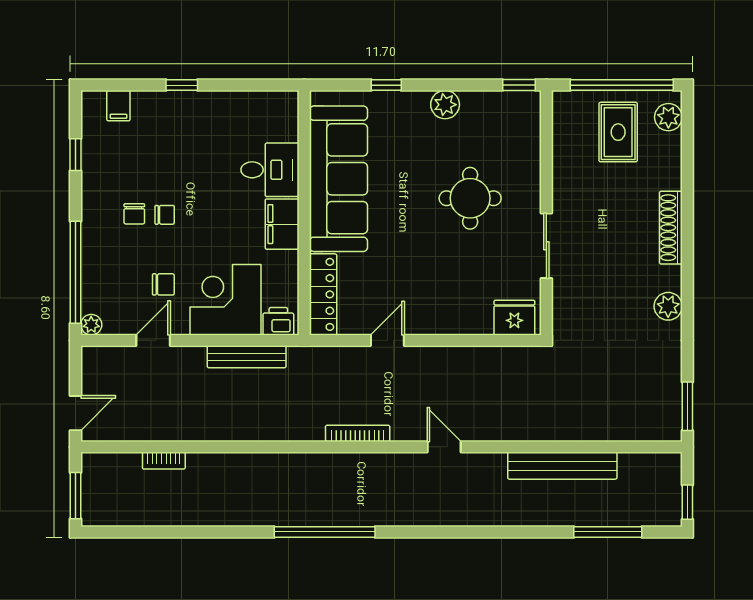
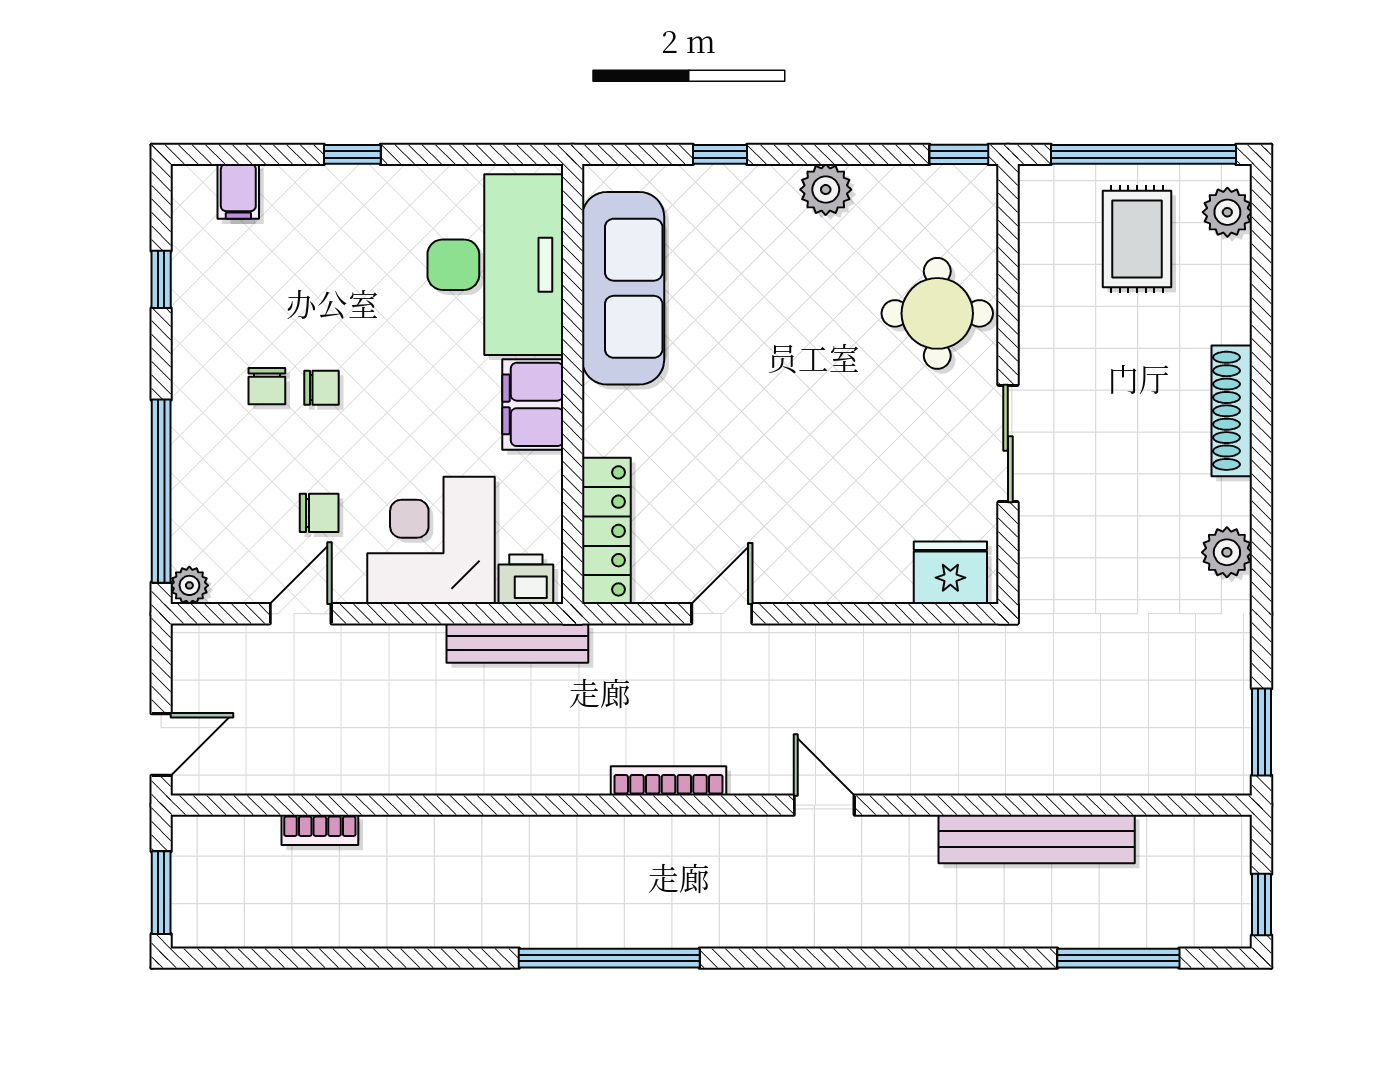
desk: (270, 170) -> (495, 265), width x1.87, depth x1.30
sofa: (339, 179) -> (623, 288), width x0.74, depth x0.79
round table: (470, 198) -> (937, 313), moved
bench: (247, 357) -> (517, 643), moved

